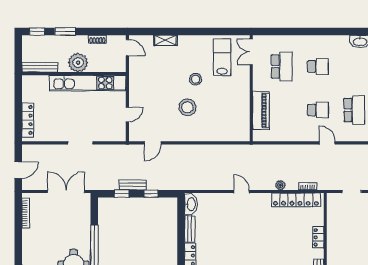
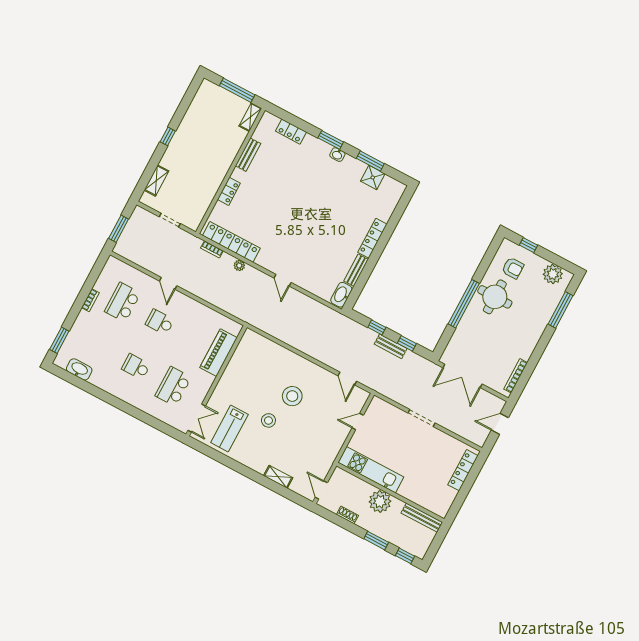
kitchen unit: (88, 83) -> (371, 470), width x0.73
door: (153, 143) -> (347, 379), swing flipped

